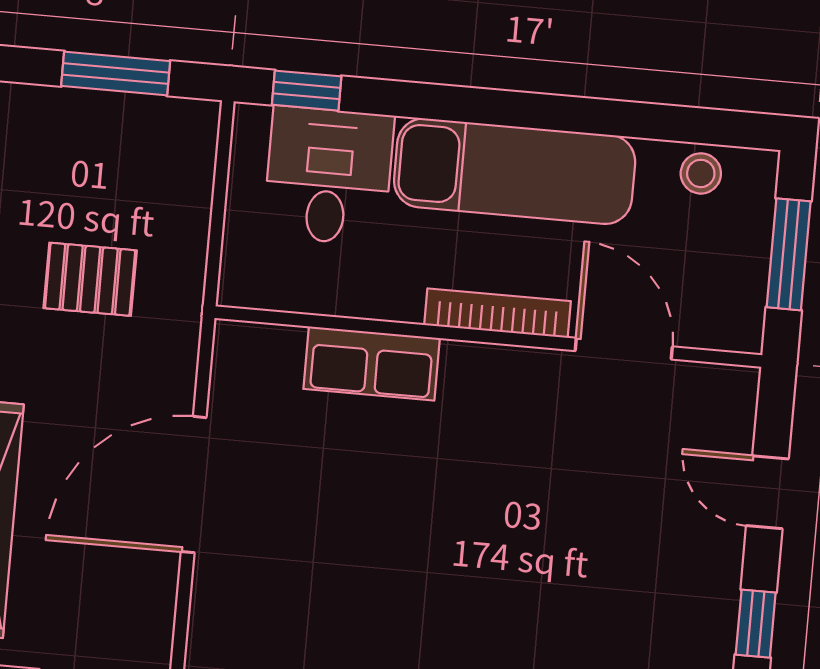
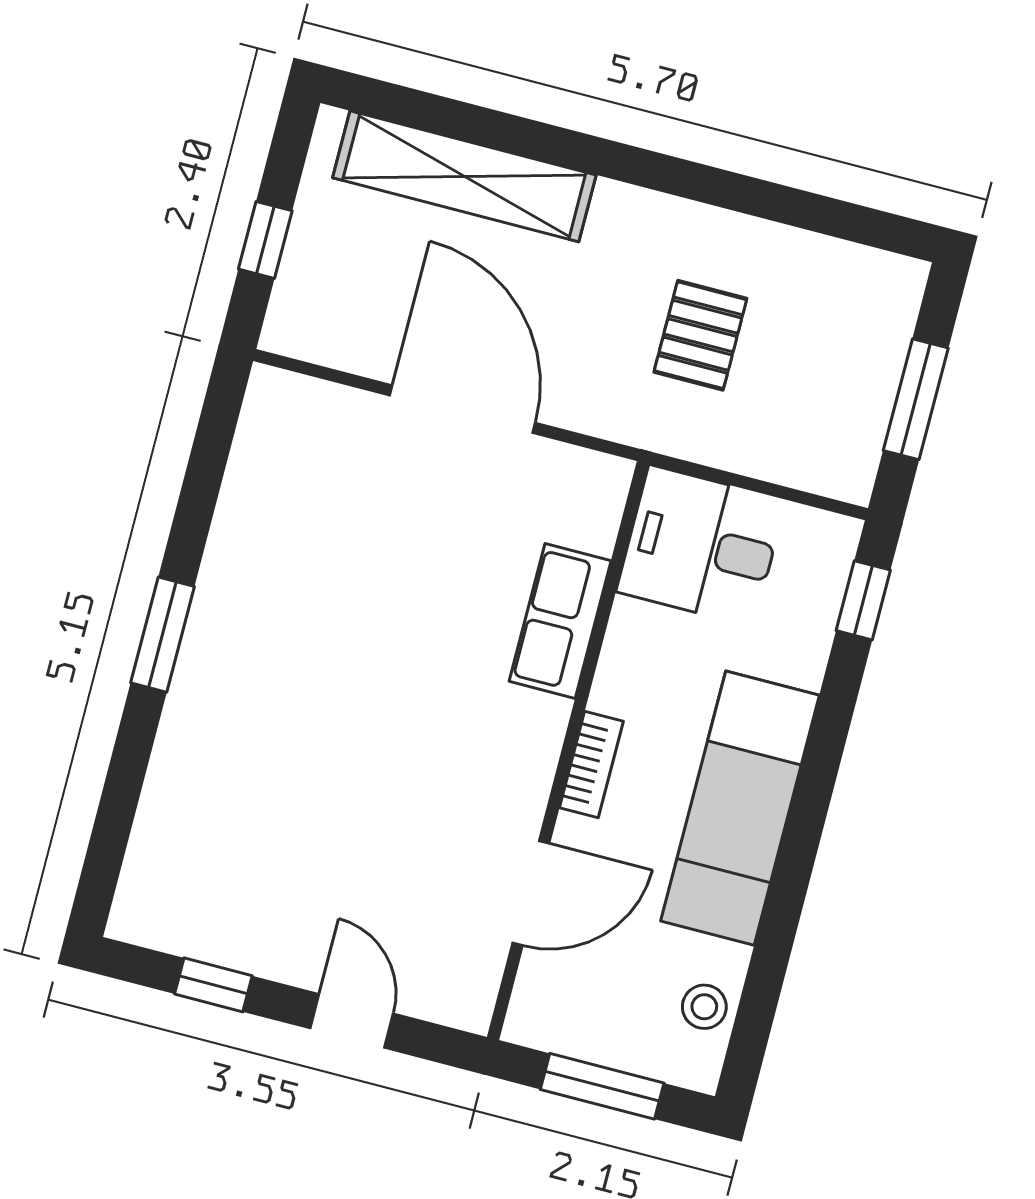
desk: (329, 176) -> (701, 546), moved, turned 180
bookcase: (498, 313) -> (591, 765), width x0.64
door: (767, 492) -> (352, 1021), hinge flipped

